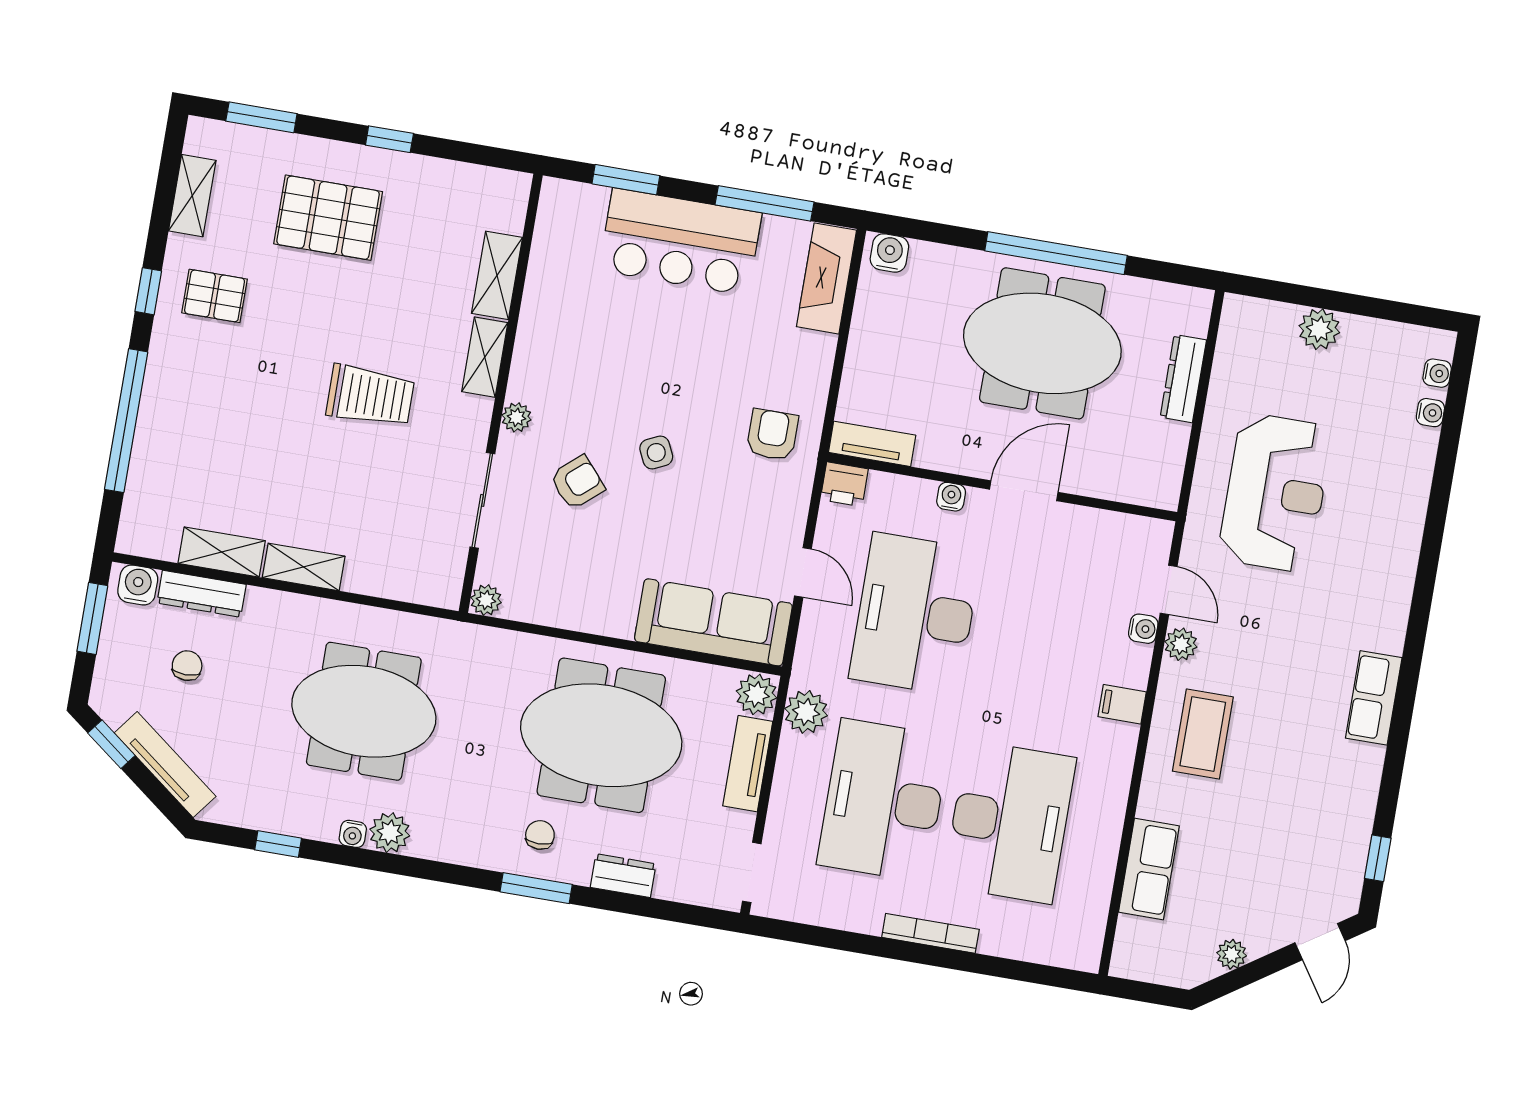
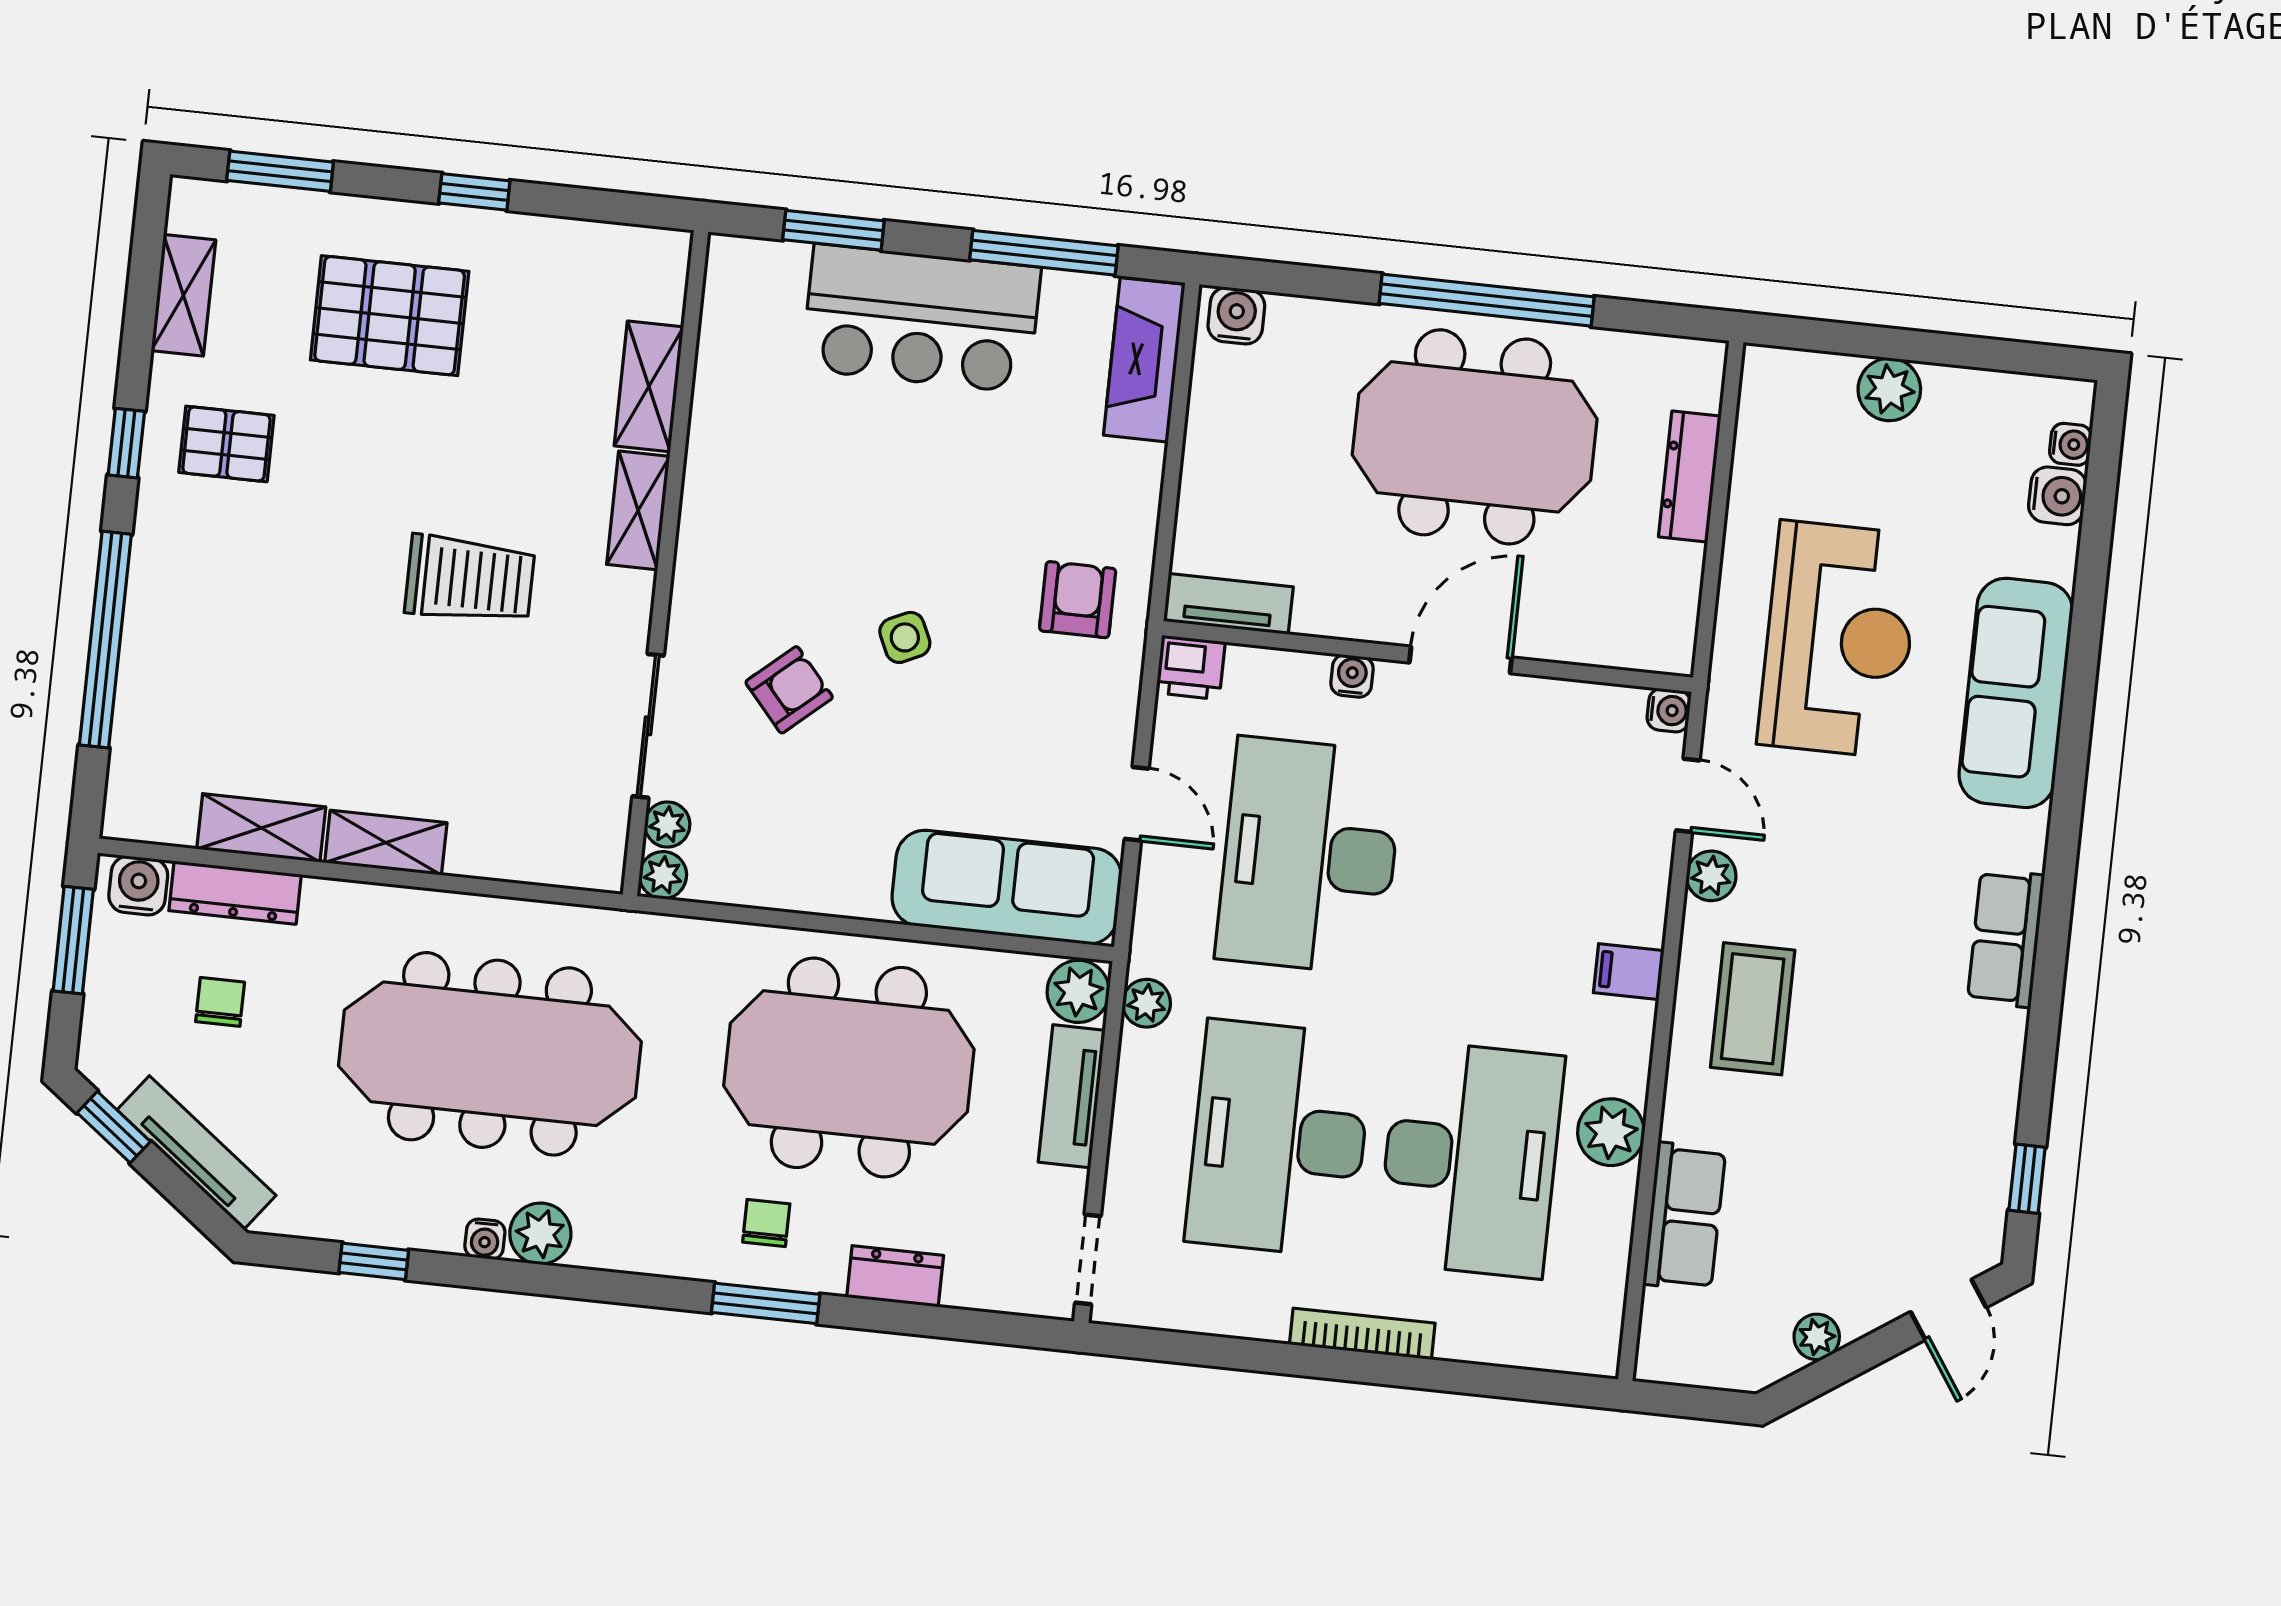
water cooler: (1430, 413) -> (2057, 496), width x1.38, depth x1.38
plant: (516, 417) -> (667, 824), moved
sofa: (1391, 536) -> (2016, 693), added
water cooler: (1143, 629) -> (1669, 710), moved
meeting table: (364, 711) -> (490, 1054), width x1.36
plant: (806, 712) -> (1146, 1003), width x0.73, depth x0.73
plant: (1104, 810) -> (1611, 1132), added

